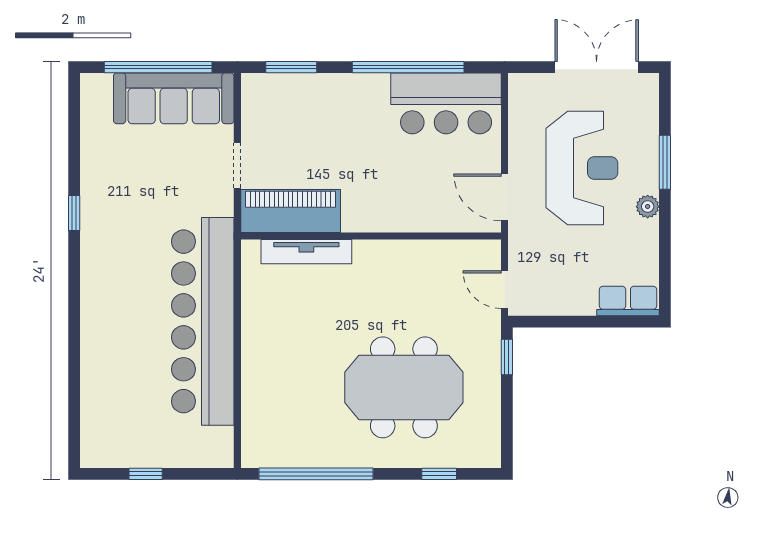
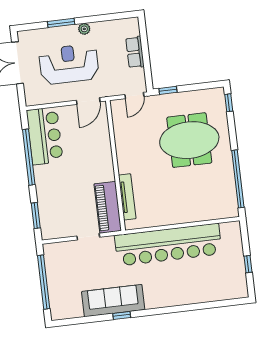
sofa: (174, 98) -> (113, 301), moved, turned -90
row of seats: (628, 301) -> (135, 52), moved
meeting table: (404, 387) -> (189, 140), turned 90
window: (439, 474) -> (229, 103), moved

